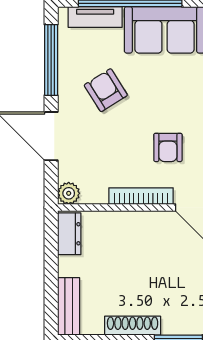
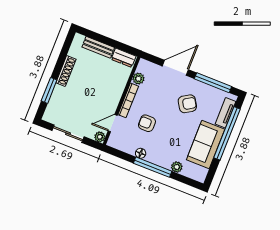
plant: (69, 193) -> (138, 79), moved
bench: (69, 306) -> (98, 47), moved

